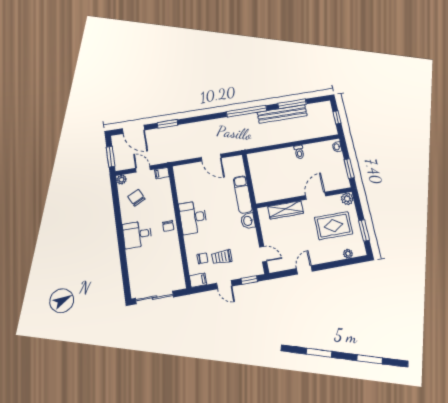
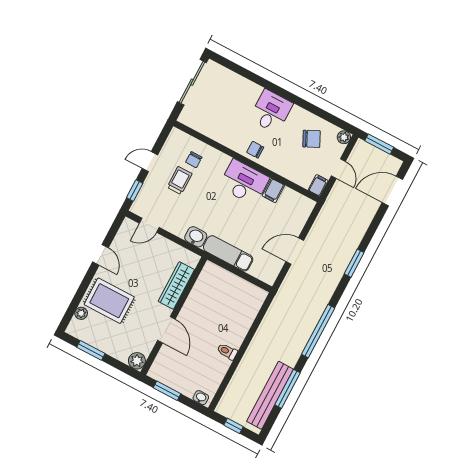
bench: (282, 114) -> (270, 395), moved
window: (168, 124) -> (354, 263), moved
door: (143, 169) -> (338, 169), hinge flipped
rug: (334, 226) -> (109, 301), moved, turned 90
filing cabinet: (198, 280) -> (273, 191), moved

